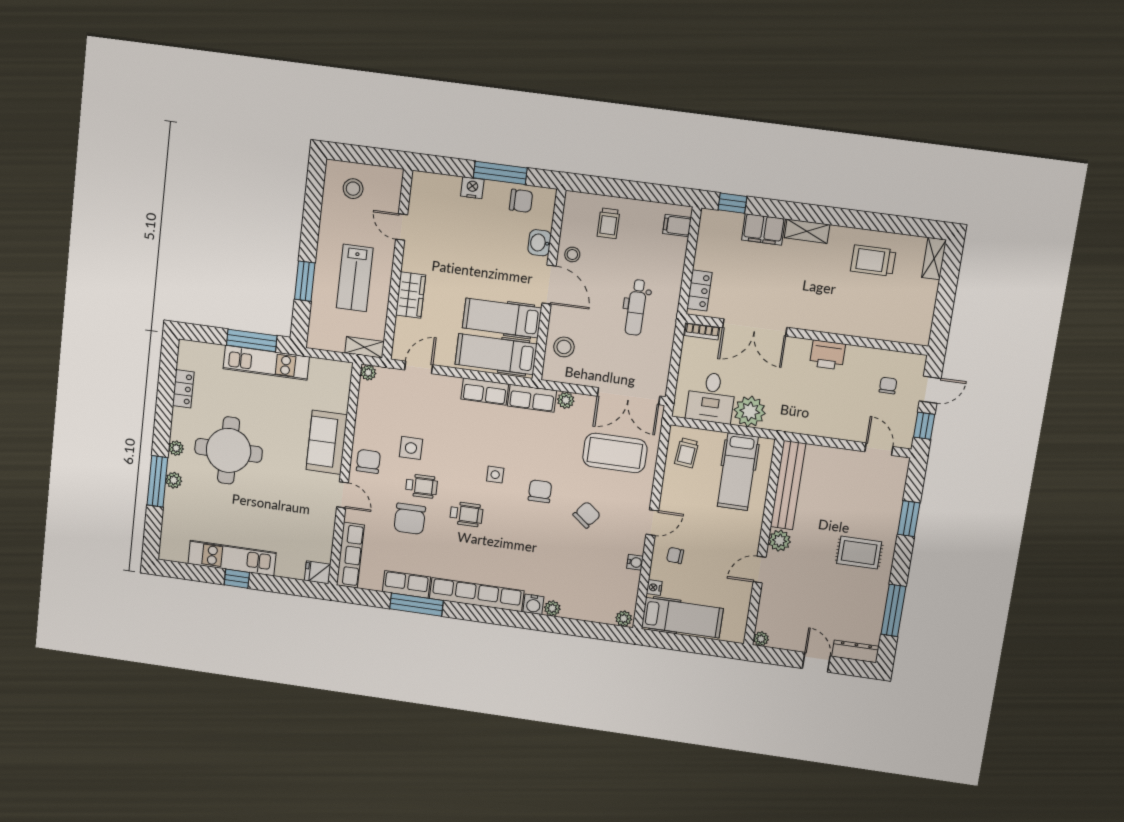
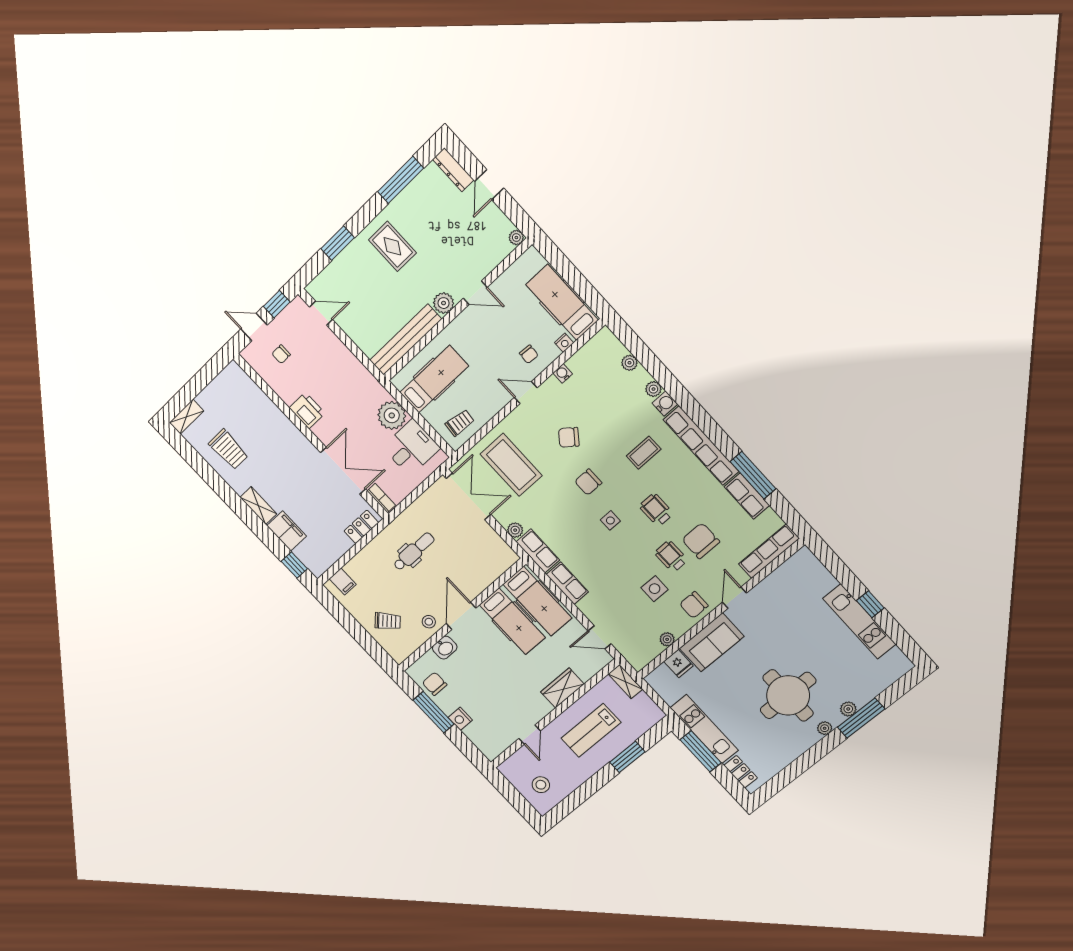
trolley: (608, 223) -> (388, 621), turned 46
lab bench: (355, 278) -> (591, 730), turned 180
stool: (564, 347) -> (486, 567), removed
plant: (368, 373) -> (667, 639), moved
locker: (183, 389) -> (741, 772), moved, turned 90
door: (879, 449) -> (321, 313), swing flipped
chair: (410, 519) -> (701, 541), turned -90
coffee table: (516, 552) -> (644, 453), added
fridge: (318, 572) -> (678, 664), moved
plant: (624, 618) -> (629, 363), moved

